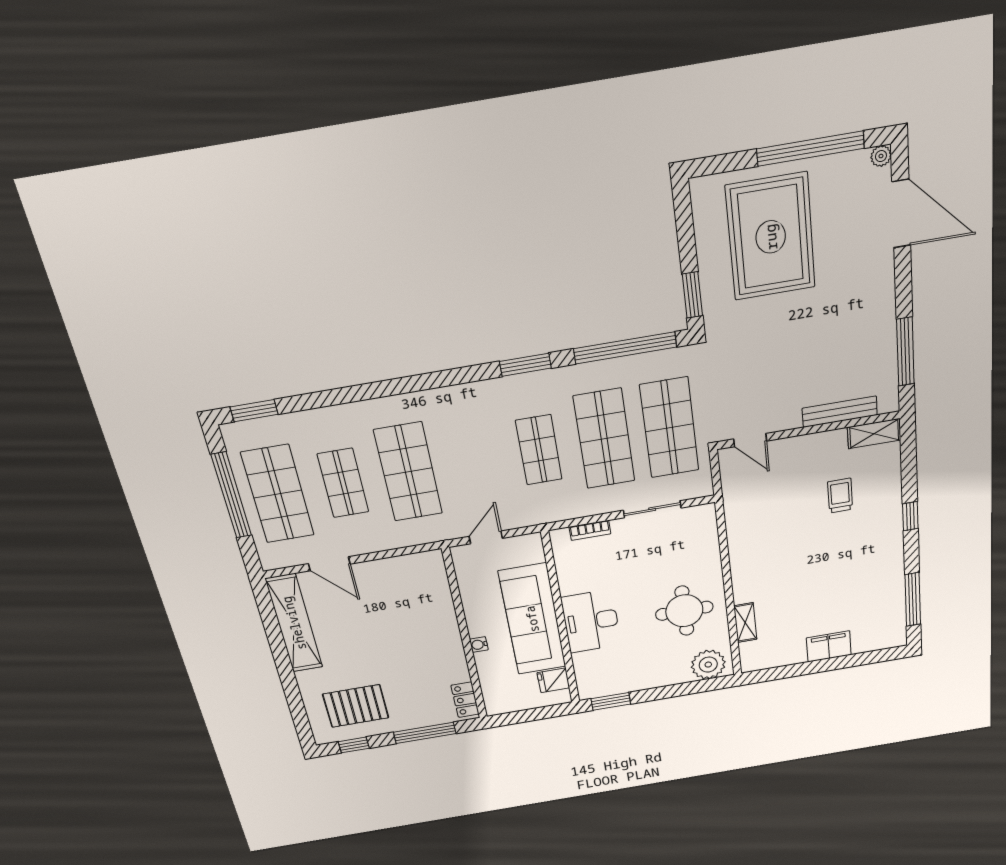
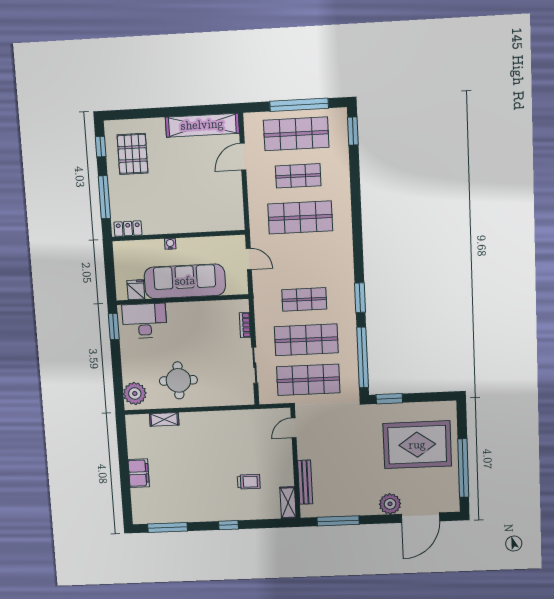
plant: (881, 156) -> (390, 504), moved, width x1.88, depth x1.88
desk: (591, 621) -> (144, 321), moved

